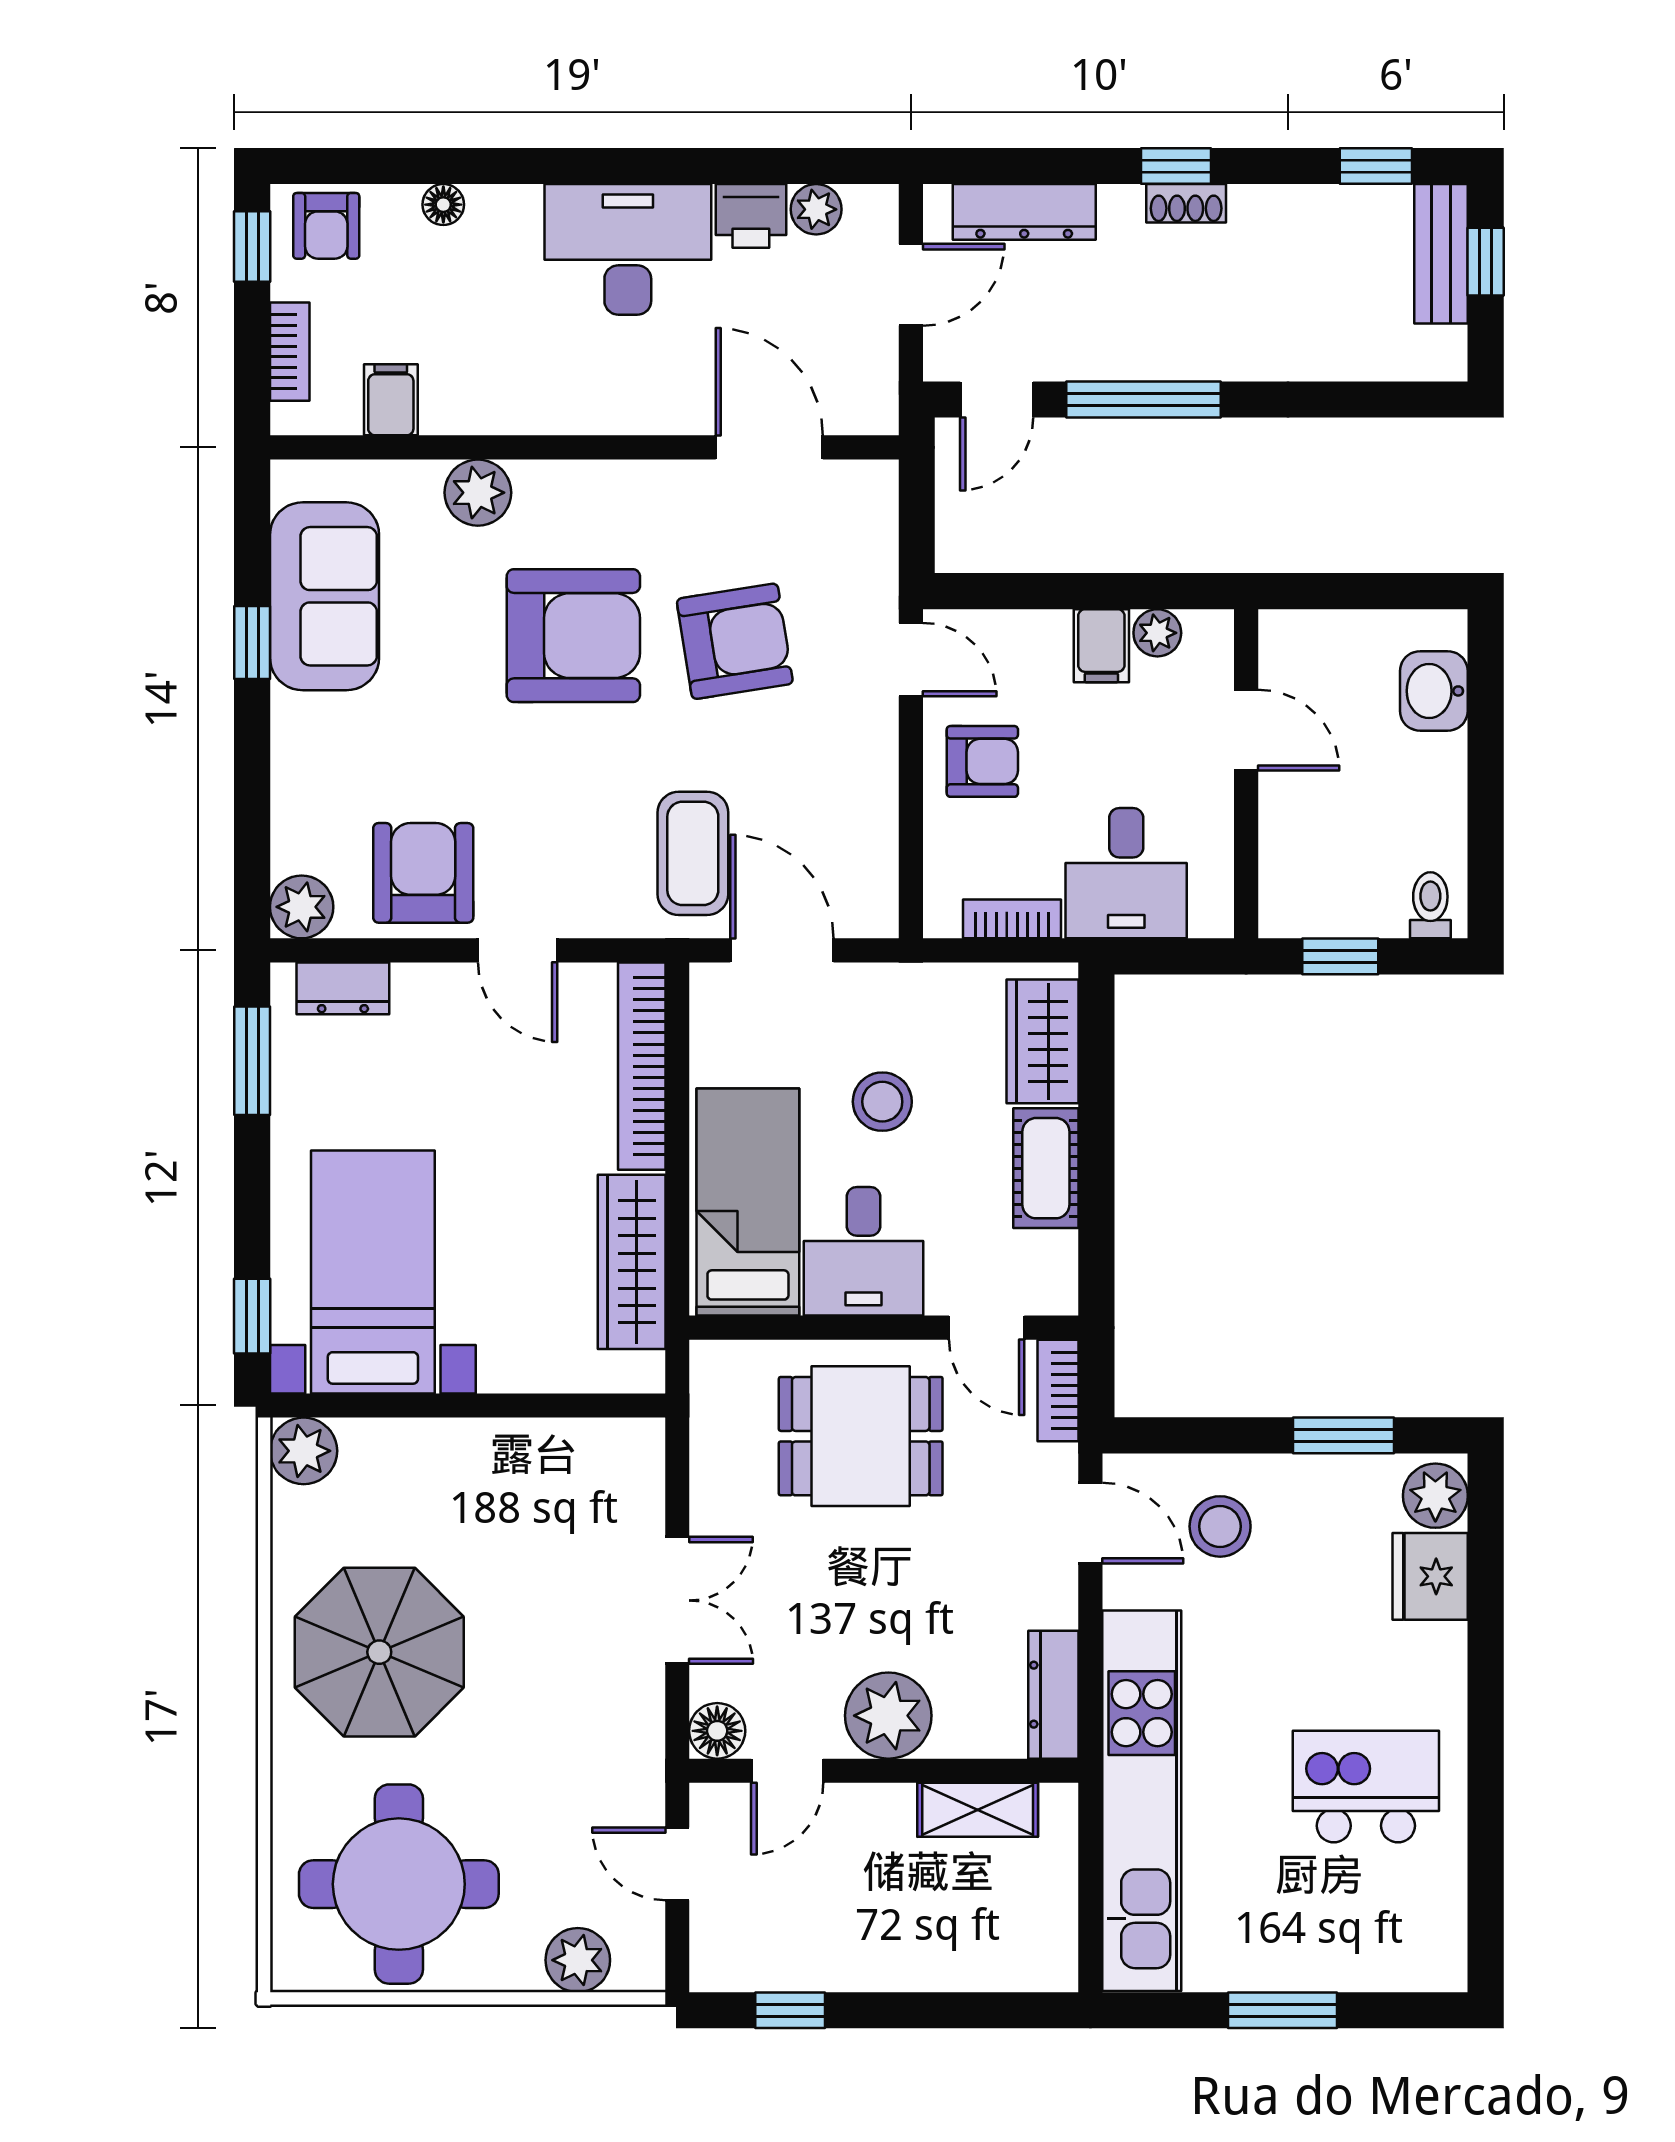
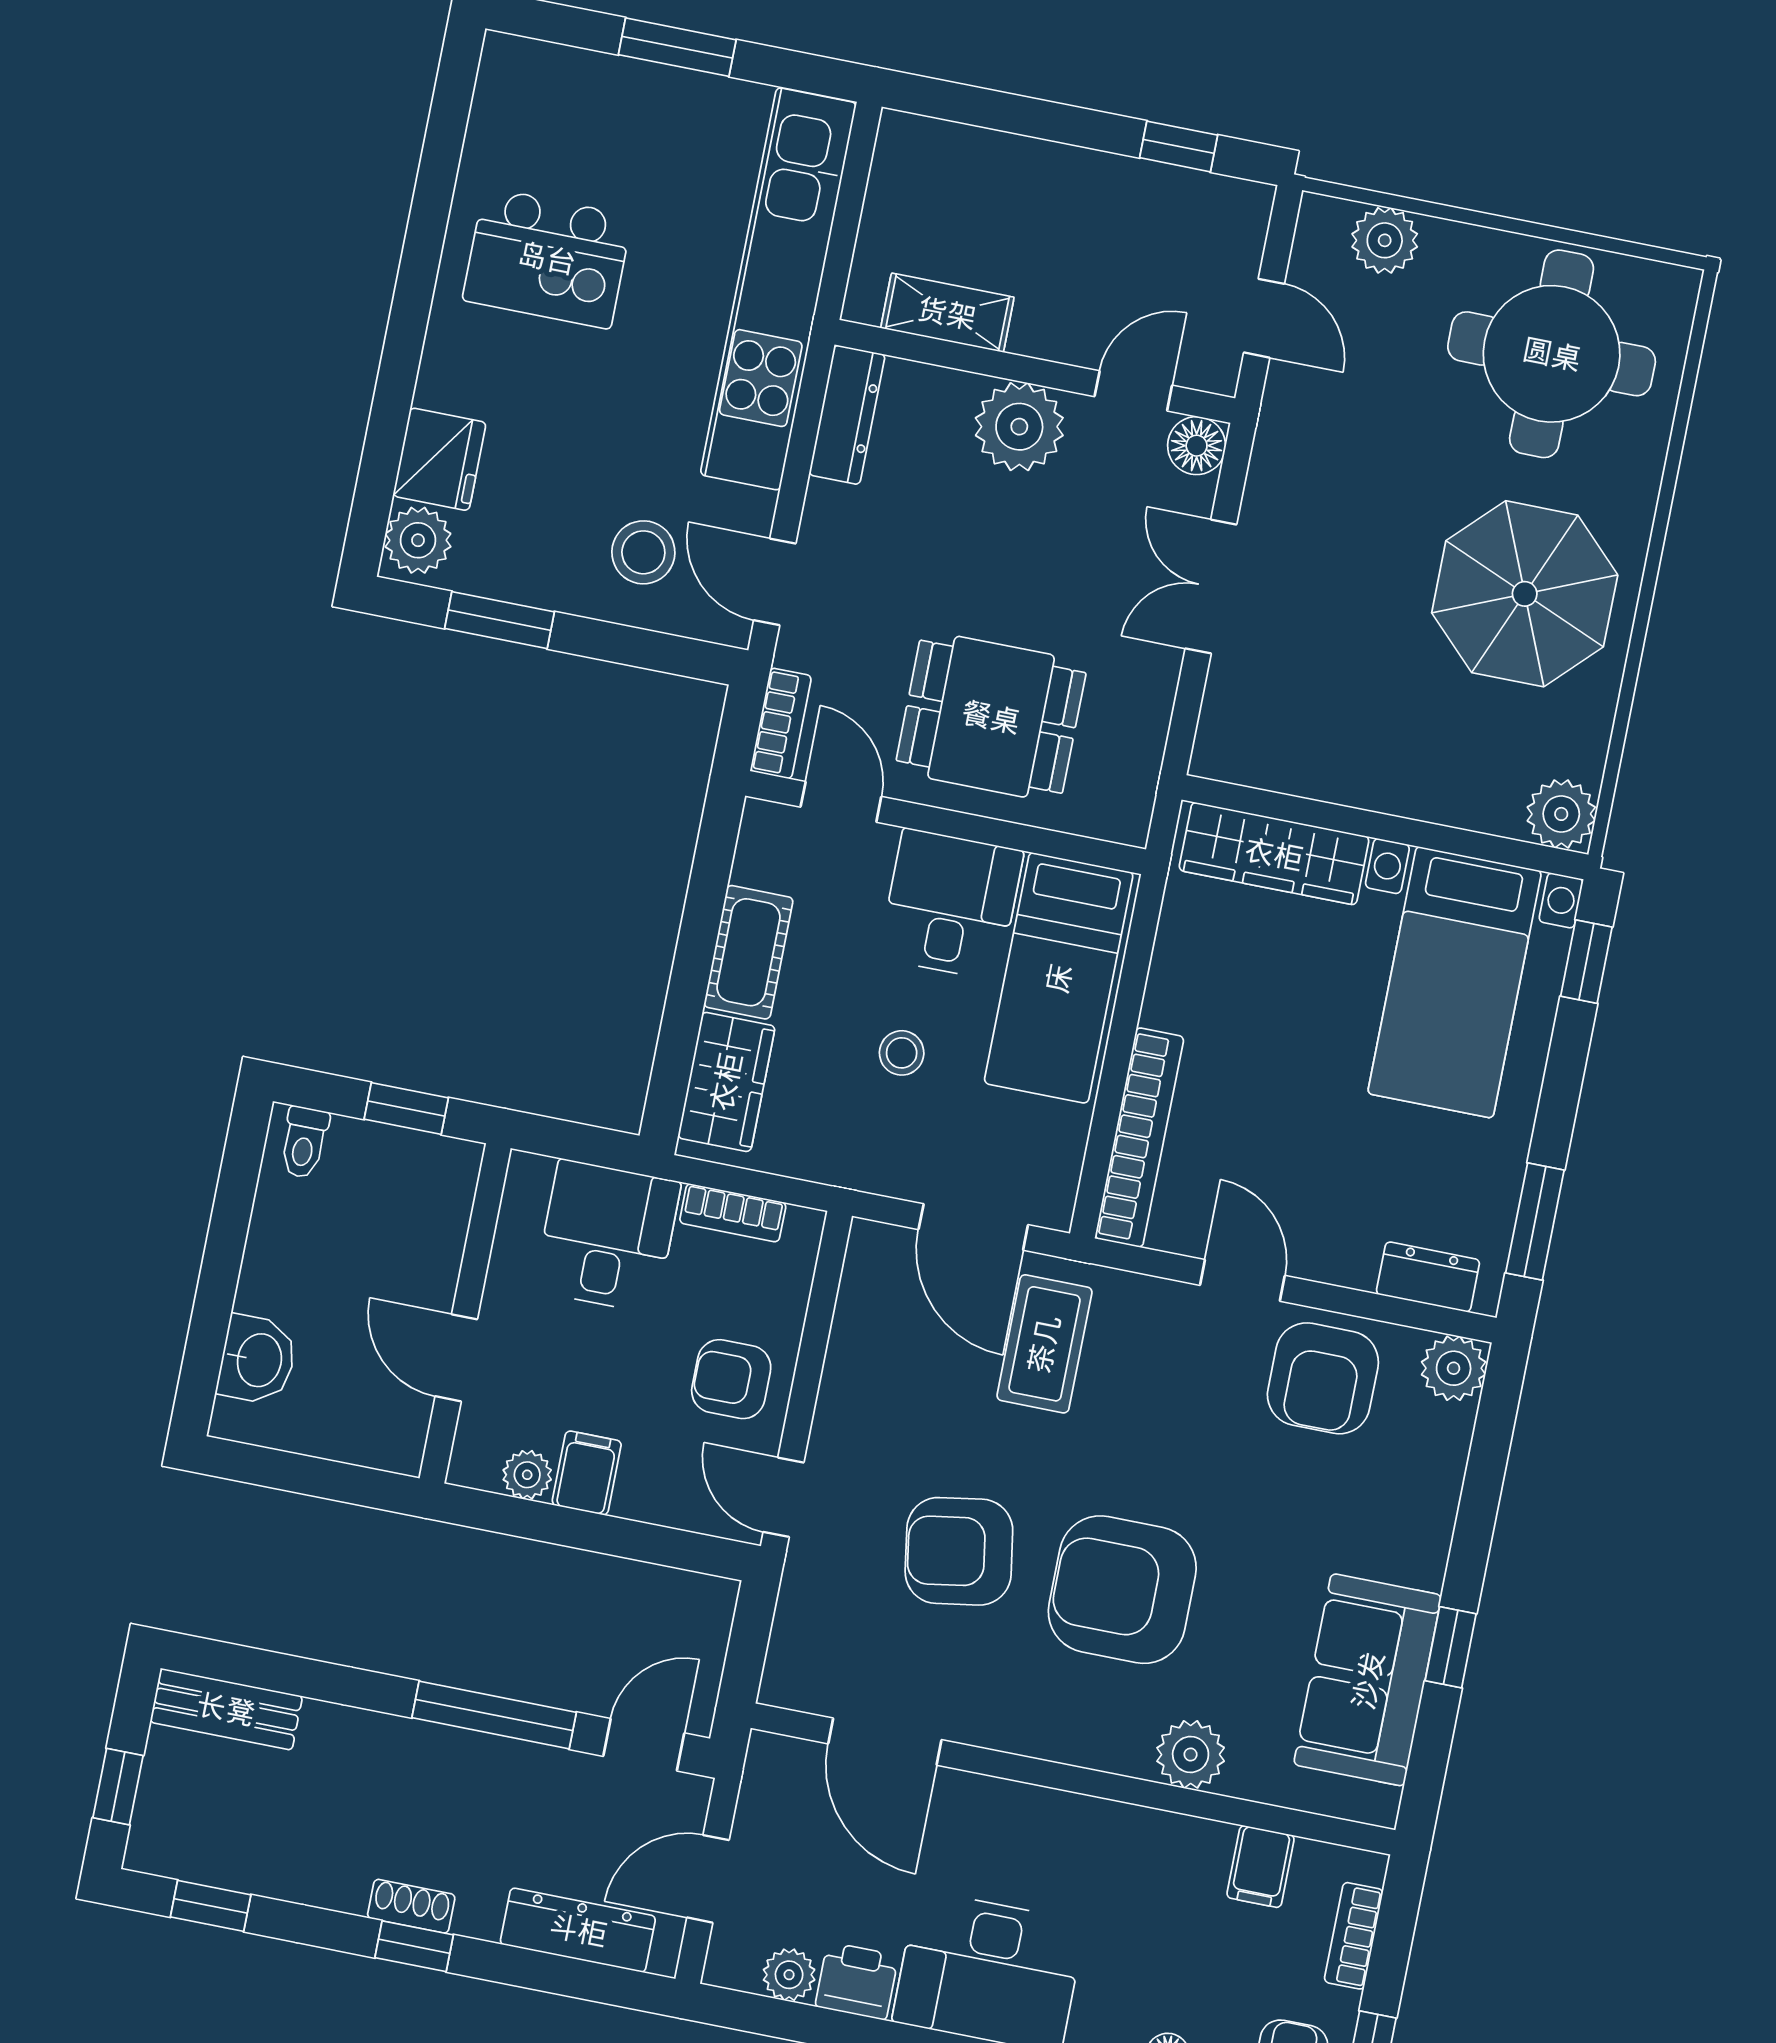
bench: (1441, 254) -> (226, 1709), moved, turned 90
stool: (882, 1102) -> (902, 1053), width x0.73, depth x0.73
wardrobe: (632, 1262) -> (1274, 854), moved, turned 90

